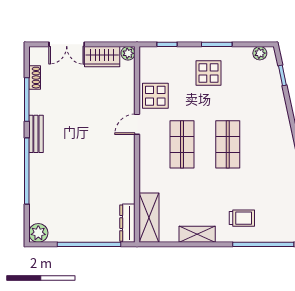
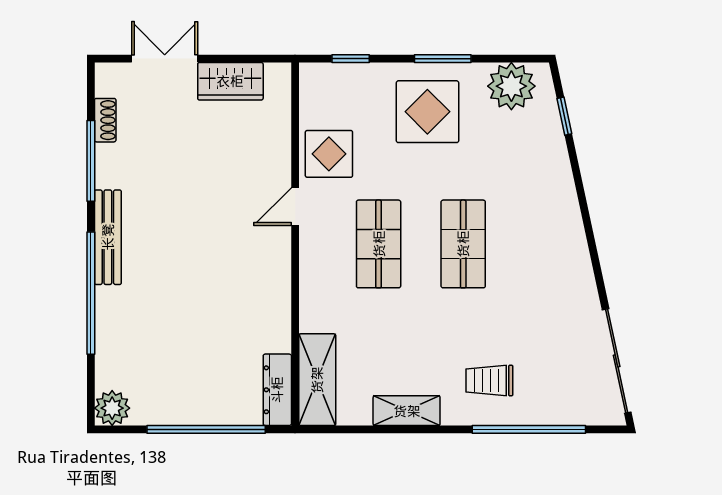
double door: (67, 44) -> (165, 59), swing flipped
plant: (128, 53) -> (278, 75), removed
plant: (260, 53) -> (511, 86), width x1.88, depth x1.88
display table: (209, 73) -> (427, 112), width x1.36, depth x1.36
bench: (36, 134) -> (108, 237), width x1.36
trolley: (242, 218) -> (489, 381), turned 180

